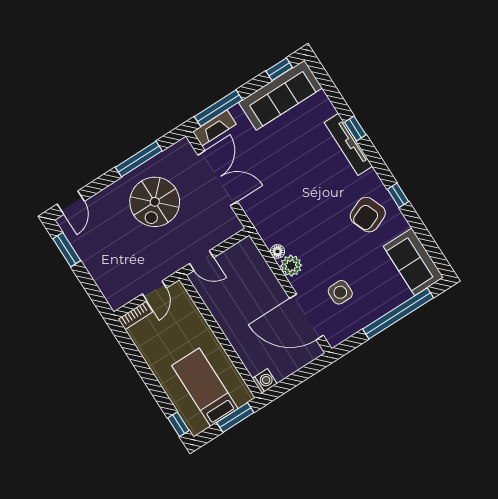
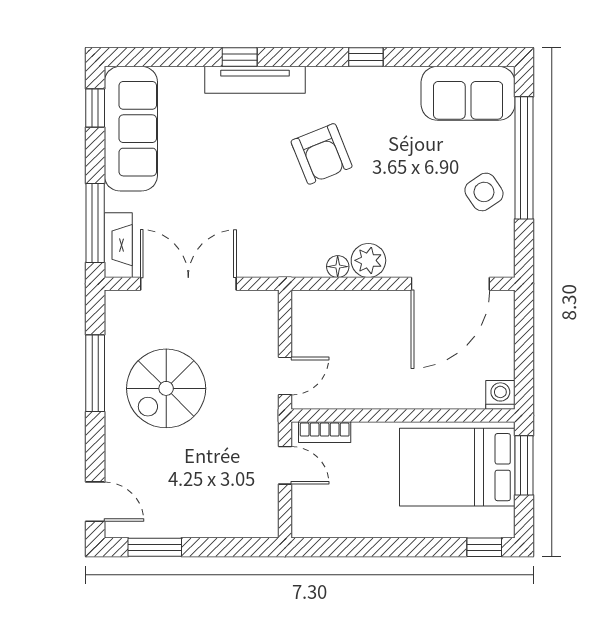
spiral stairs: (155, 202) -> (166, 388), turned 90
armchair: (368, 215) -> (322, 154), moved
side table: (340, 292) -> (484, 192), moved, turned -34
bookcase: (135, 315) -> (325, 432), moved, turned 90
bed: (205, 387) -> (457, 467), width x1.50

